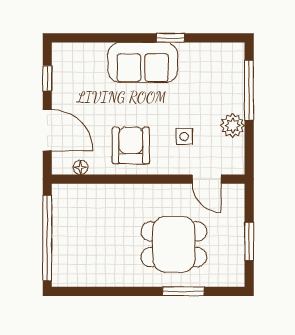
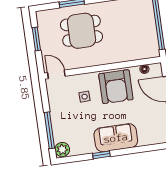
plant: (233, 126) -> (62, 150), moved
armchair: (131, 145) -> (116, 87), width x1.36, depth x1.36
door: (207, 179) -> (56, 74), moved

